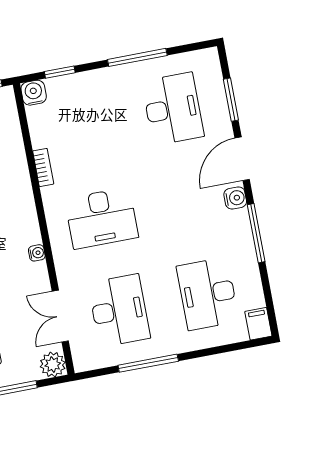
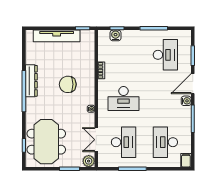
water cooler: (34, 93) -> (116, 35), moved

